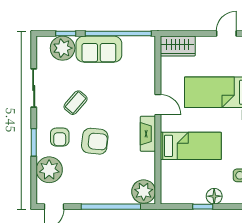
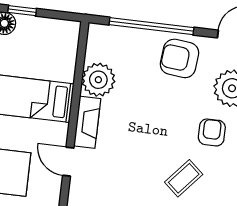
armchair: (95, 141) -> (179, 58), moved
plant: (144, 192) -> (98, 80), moved

